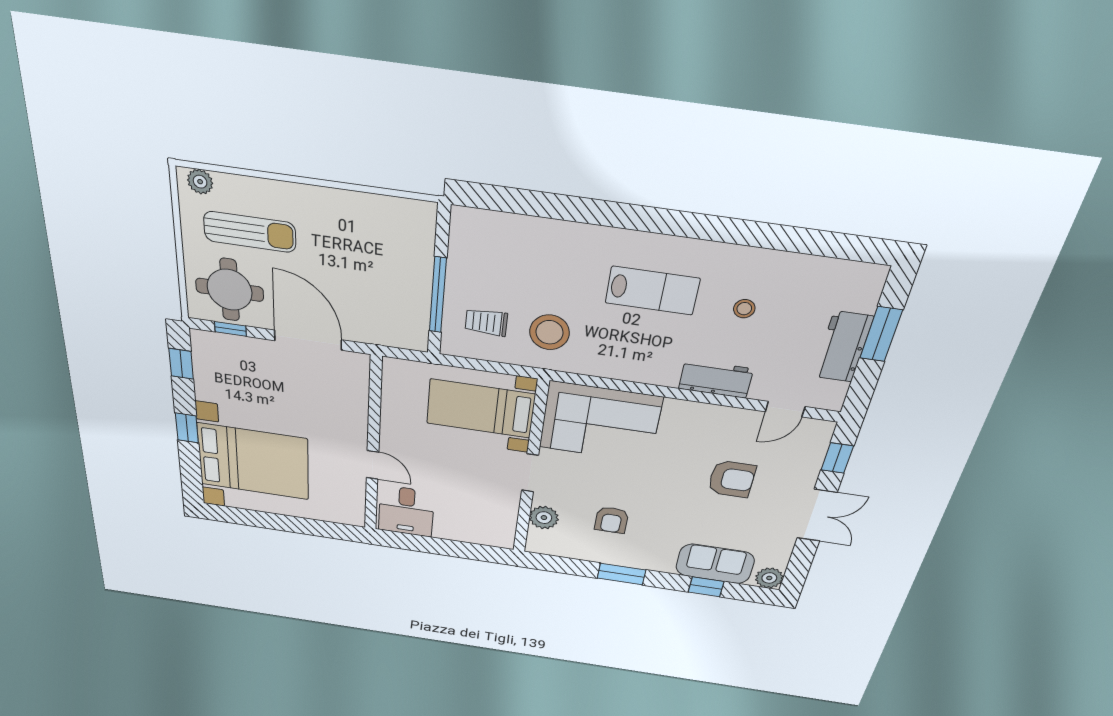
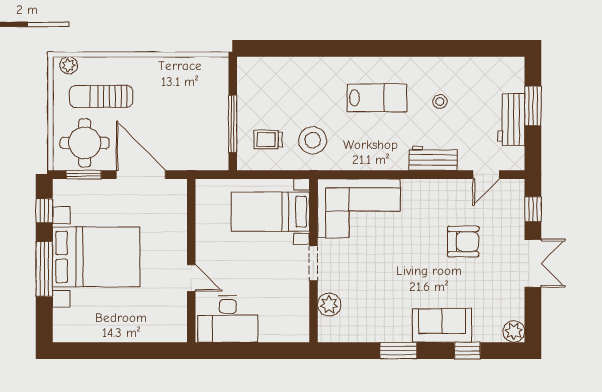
sun lounger: (250, 232) -> (101, 96), turned 180
window: (230, 329) -> (84, 175), width x1.50
window: (187, 428) -> (44, 269), width x2.17
bed with nightstands: (253, 462) -> (96, 257), moved
desk: (406, 511) -> (228, 319), width x1.37
armchair: (612, 520) -> (382, 297), removed
sofa: (715, 564) -> (442, 325), moved

